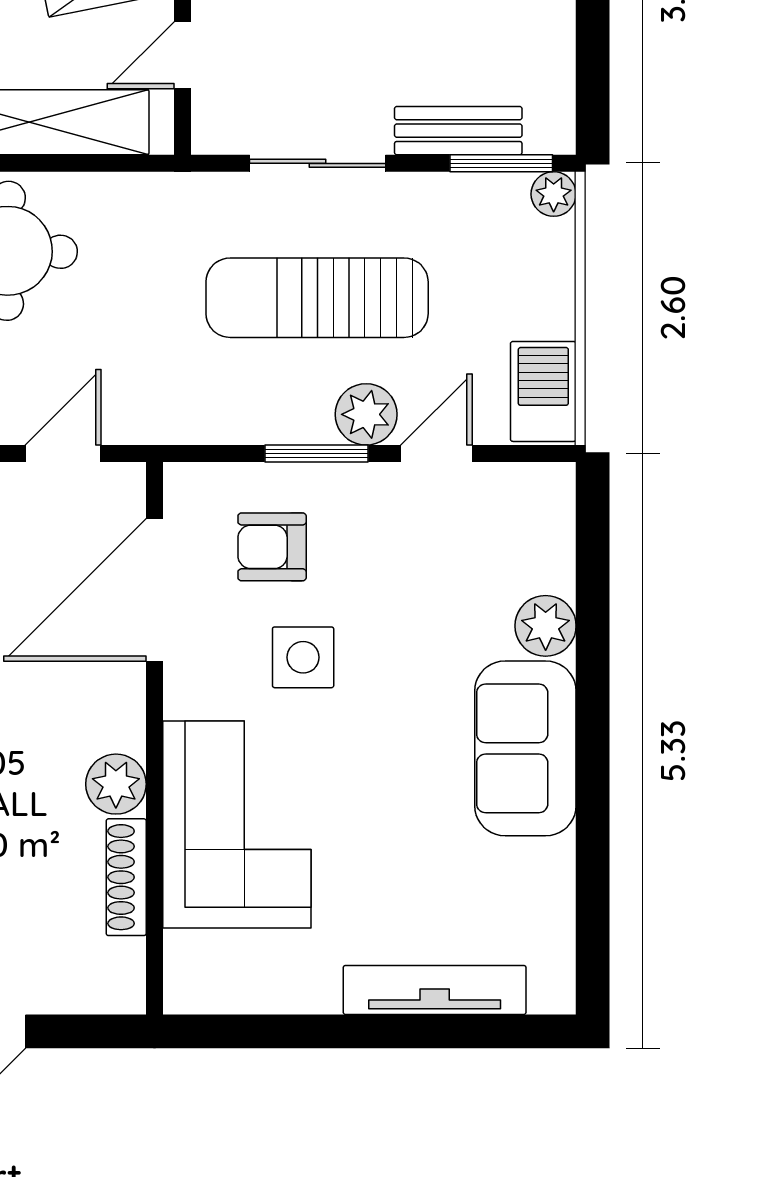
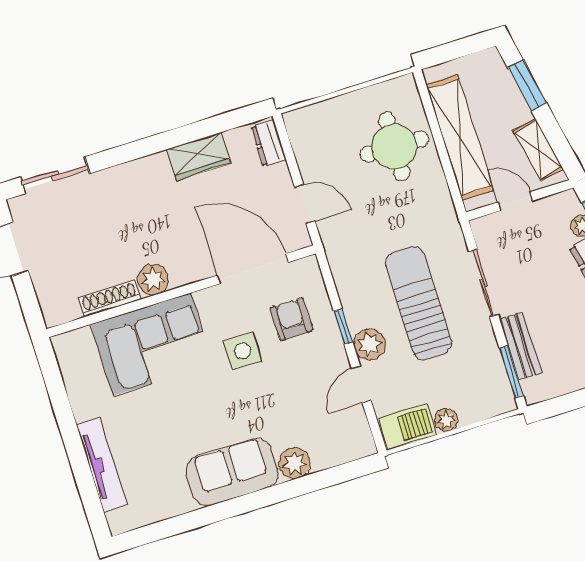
plant: (554, 194) -> (446, 420), moved
window: (317, 454) -> (343, 326), width x0.67
door: (436, 454) -> (361, 384), swing flipped

